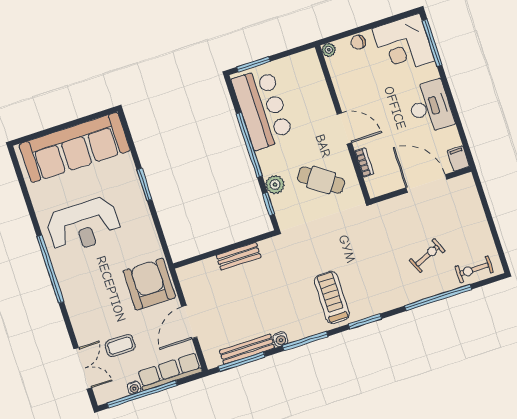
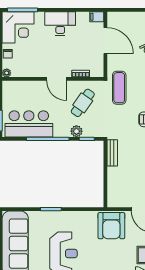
door: (344, 128) -> (57, 79), swing flipped
door: (426, 184) -> (105, 41), swing flipped
exercise mat: (362, 228) -> (119, 88), added
bench: (239, 256) -> (112, 153), moved
armchair: (149, 284) -> (111, 226), turned -90

